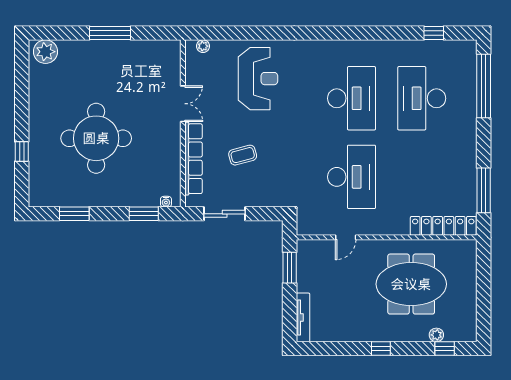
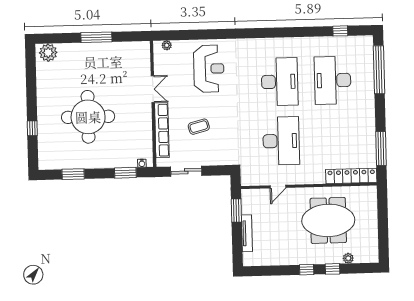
tv unit: (303, 317) -> (247, 233), moved
window: (445, 349) -> (332, 269), moved

